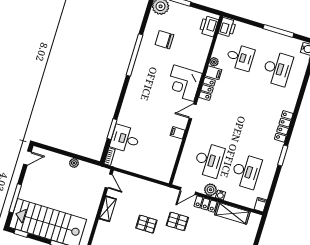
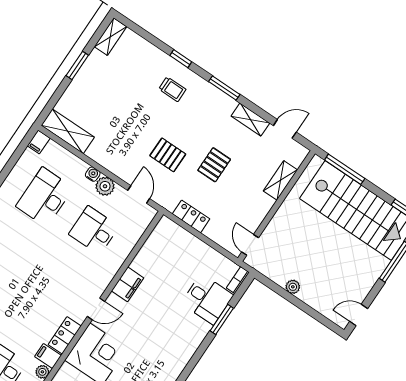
filing cabinet: (178, 133) -> (128, 284), width x2.00
desk: (209, 160) -> (94, 230), width x0.73
door: (188, 191) -> (139, 195), hinge flipped
locker: (205, 204) -> (191, 216), moved
shelving: (108, 209) -> (280, 180), moved
shelving: (232, 213) -> (68, 131), moved
pallet: (146, 224) -> (214, 165), turned 90

